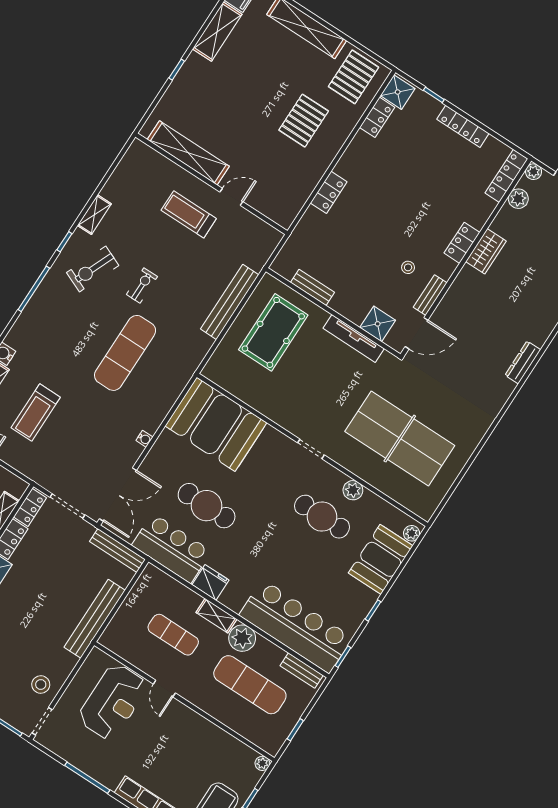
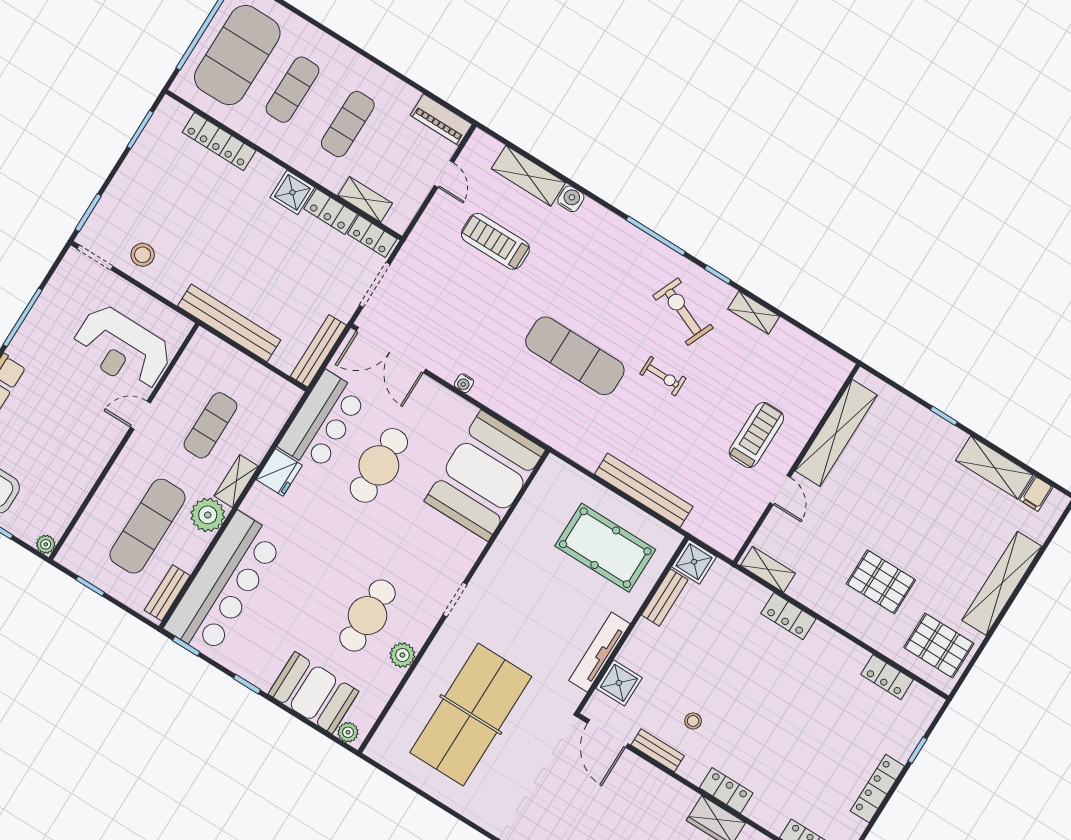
shower: (398, 92) -> (694, 562), moved
shelving: (292, 207) -> (768, 569), added

